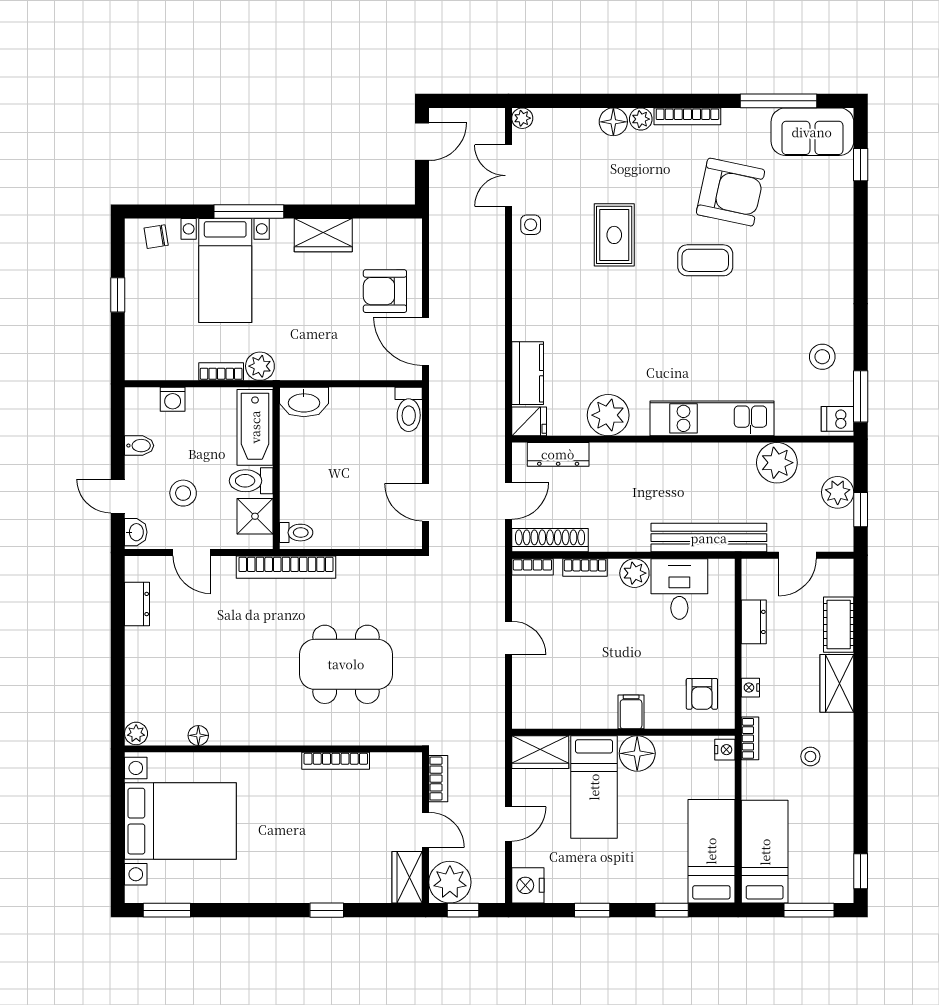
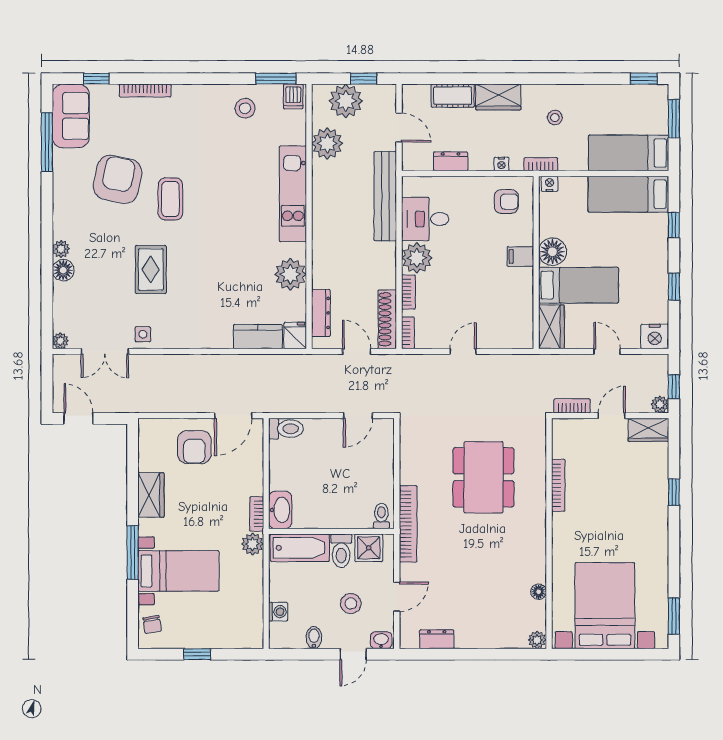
bookcase: (687, 116) -> (145, 91), moved, turned 90
rug: (614, 235) -> (151, 270), turned 90
bookcase: (221, 372) -> (257, 514), moved
plant: (838, 492) -> (346, 101), width x1.36, depth x1.36
plant: (634, 573) -> (417, 258), width x1.36, depth x1.36
plant: (450, 882) -> (660, 404), width x0.53, depth x0.53

